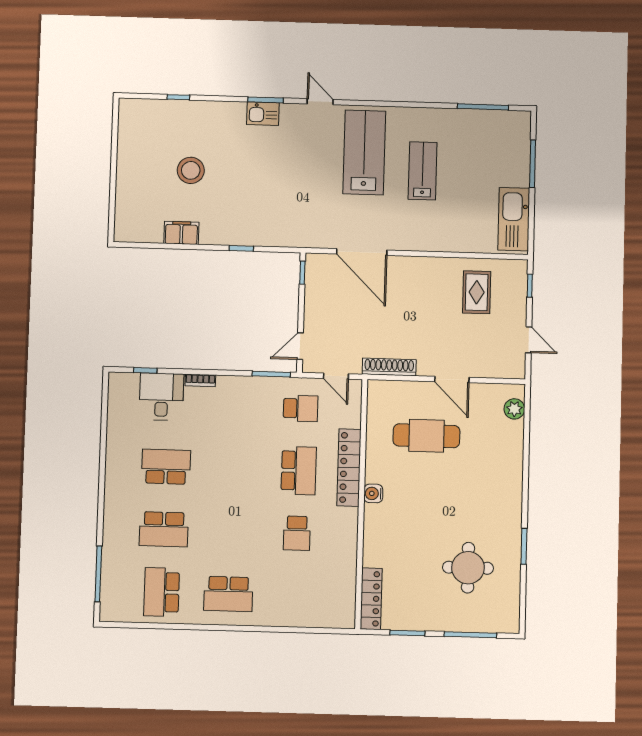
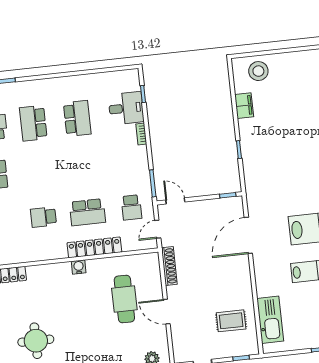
stool: (191, 170) -> (258, 71), moved
kitchen sink: (514, 219) -> (270, 320), moved, turned 90
door: (452, 380) -> (167, 312), hinge flipped

